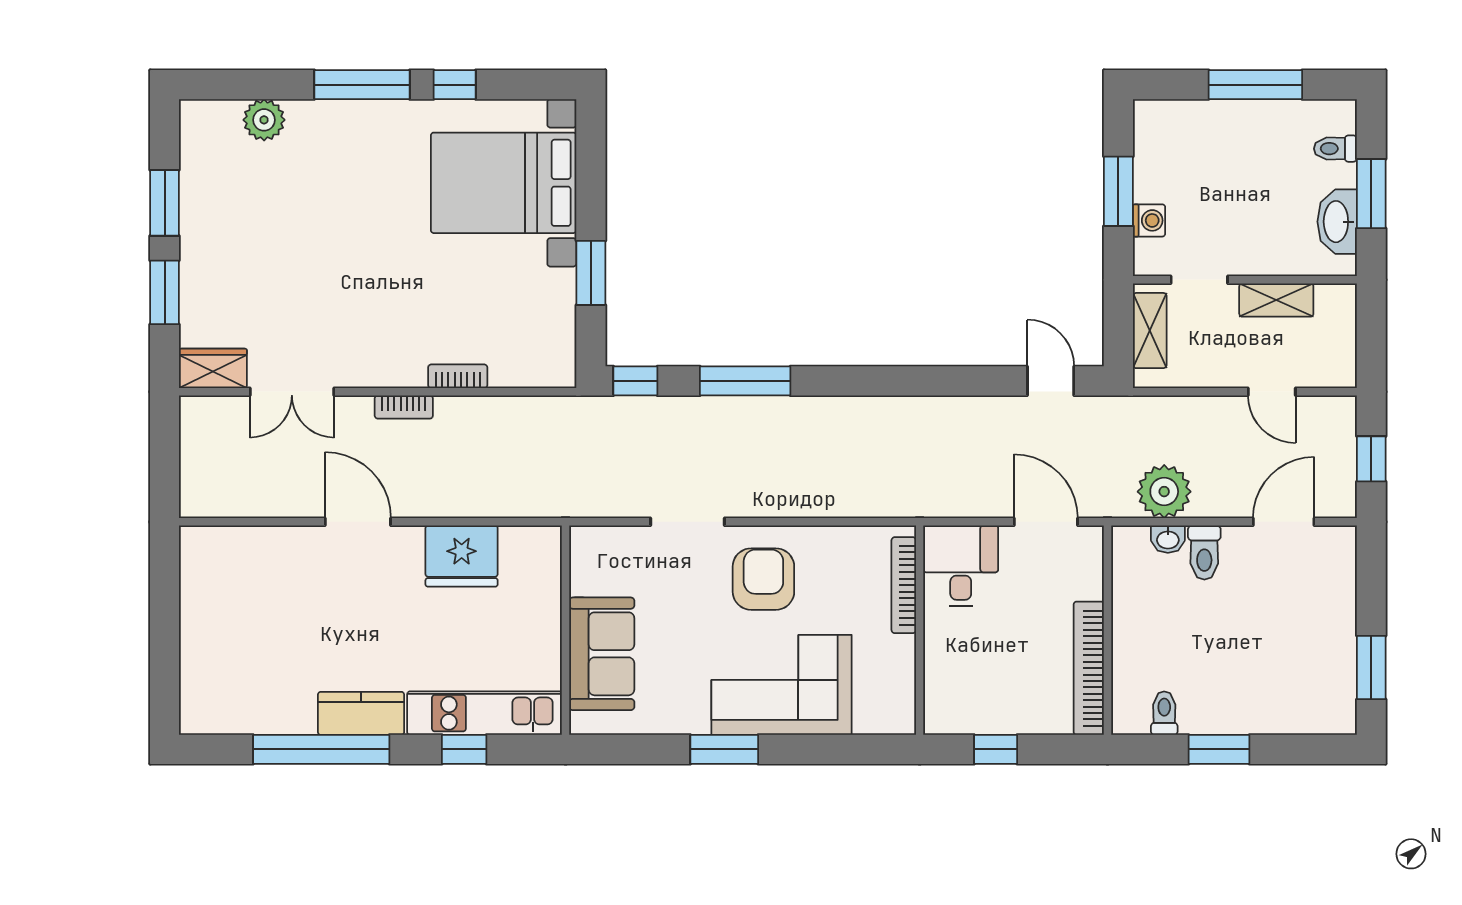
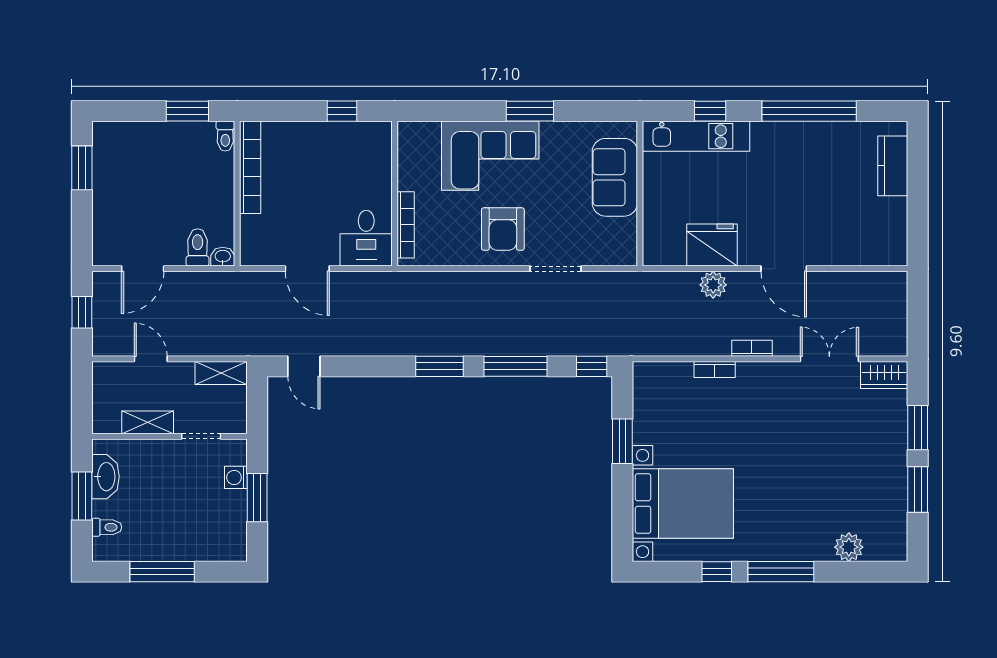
shelving: (1150, 331) -> (221, 373), moved, turned 90
window: (855, 381) -> (440, 366), added
plant: (1164, 492) -> (713, 285), moved, width x0.73, depth x0.73
wall: (1108, 630) -> (237, 194), moved
bookcase: (1089, 668) -> (250, 167), moved
kitchen counter: (361, 713) -> (893, 166), moved, turned 90

